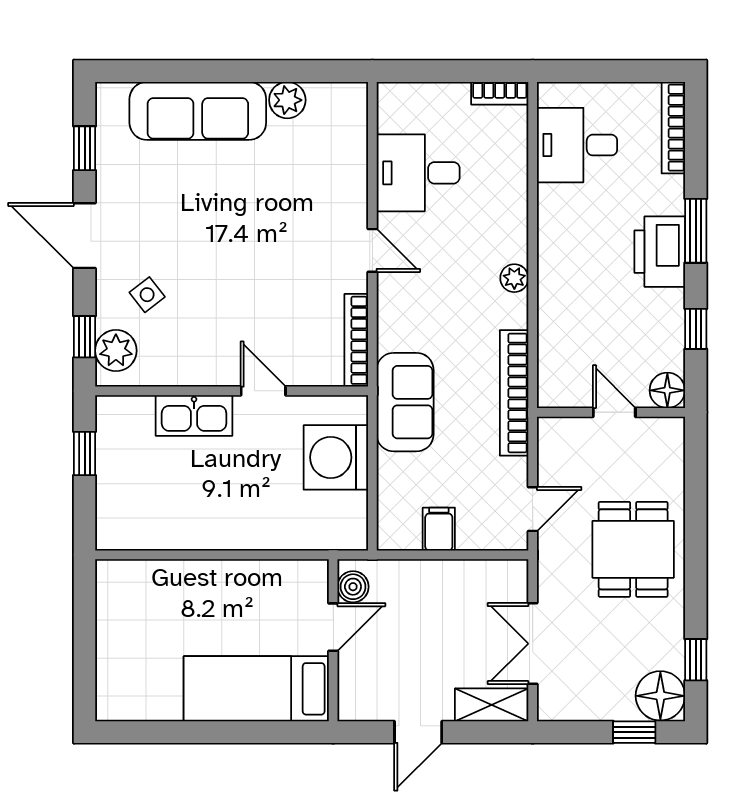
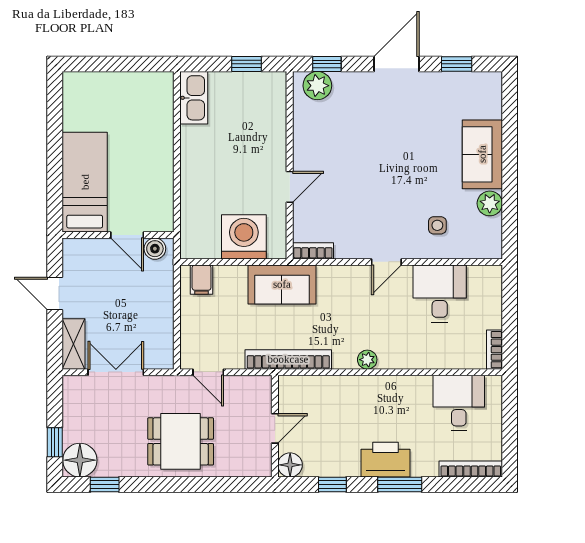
sofa: (198, 111) -> (482, 154), width x0.73
side table: (147, 295) -> (437, 225), moved, turned 38
bookcase: (356, 340) -> (313, 251), width x0.64
kitchen sink: (194, 416) -> (194, 98), moved, turned 180
filing cabinet: (439, 529) -> (202, 280), moved, turned 90

